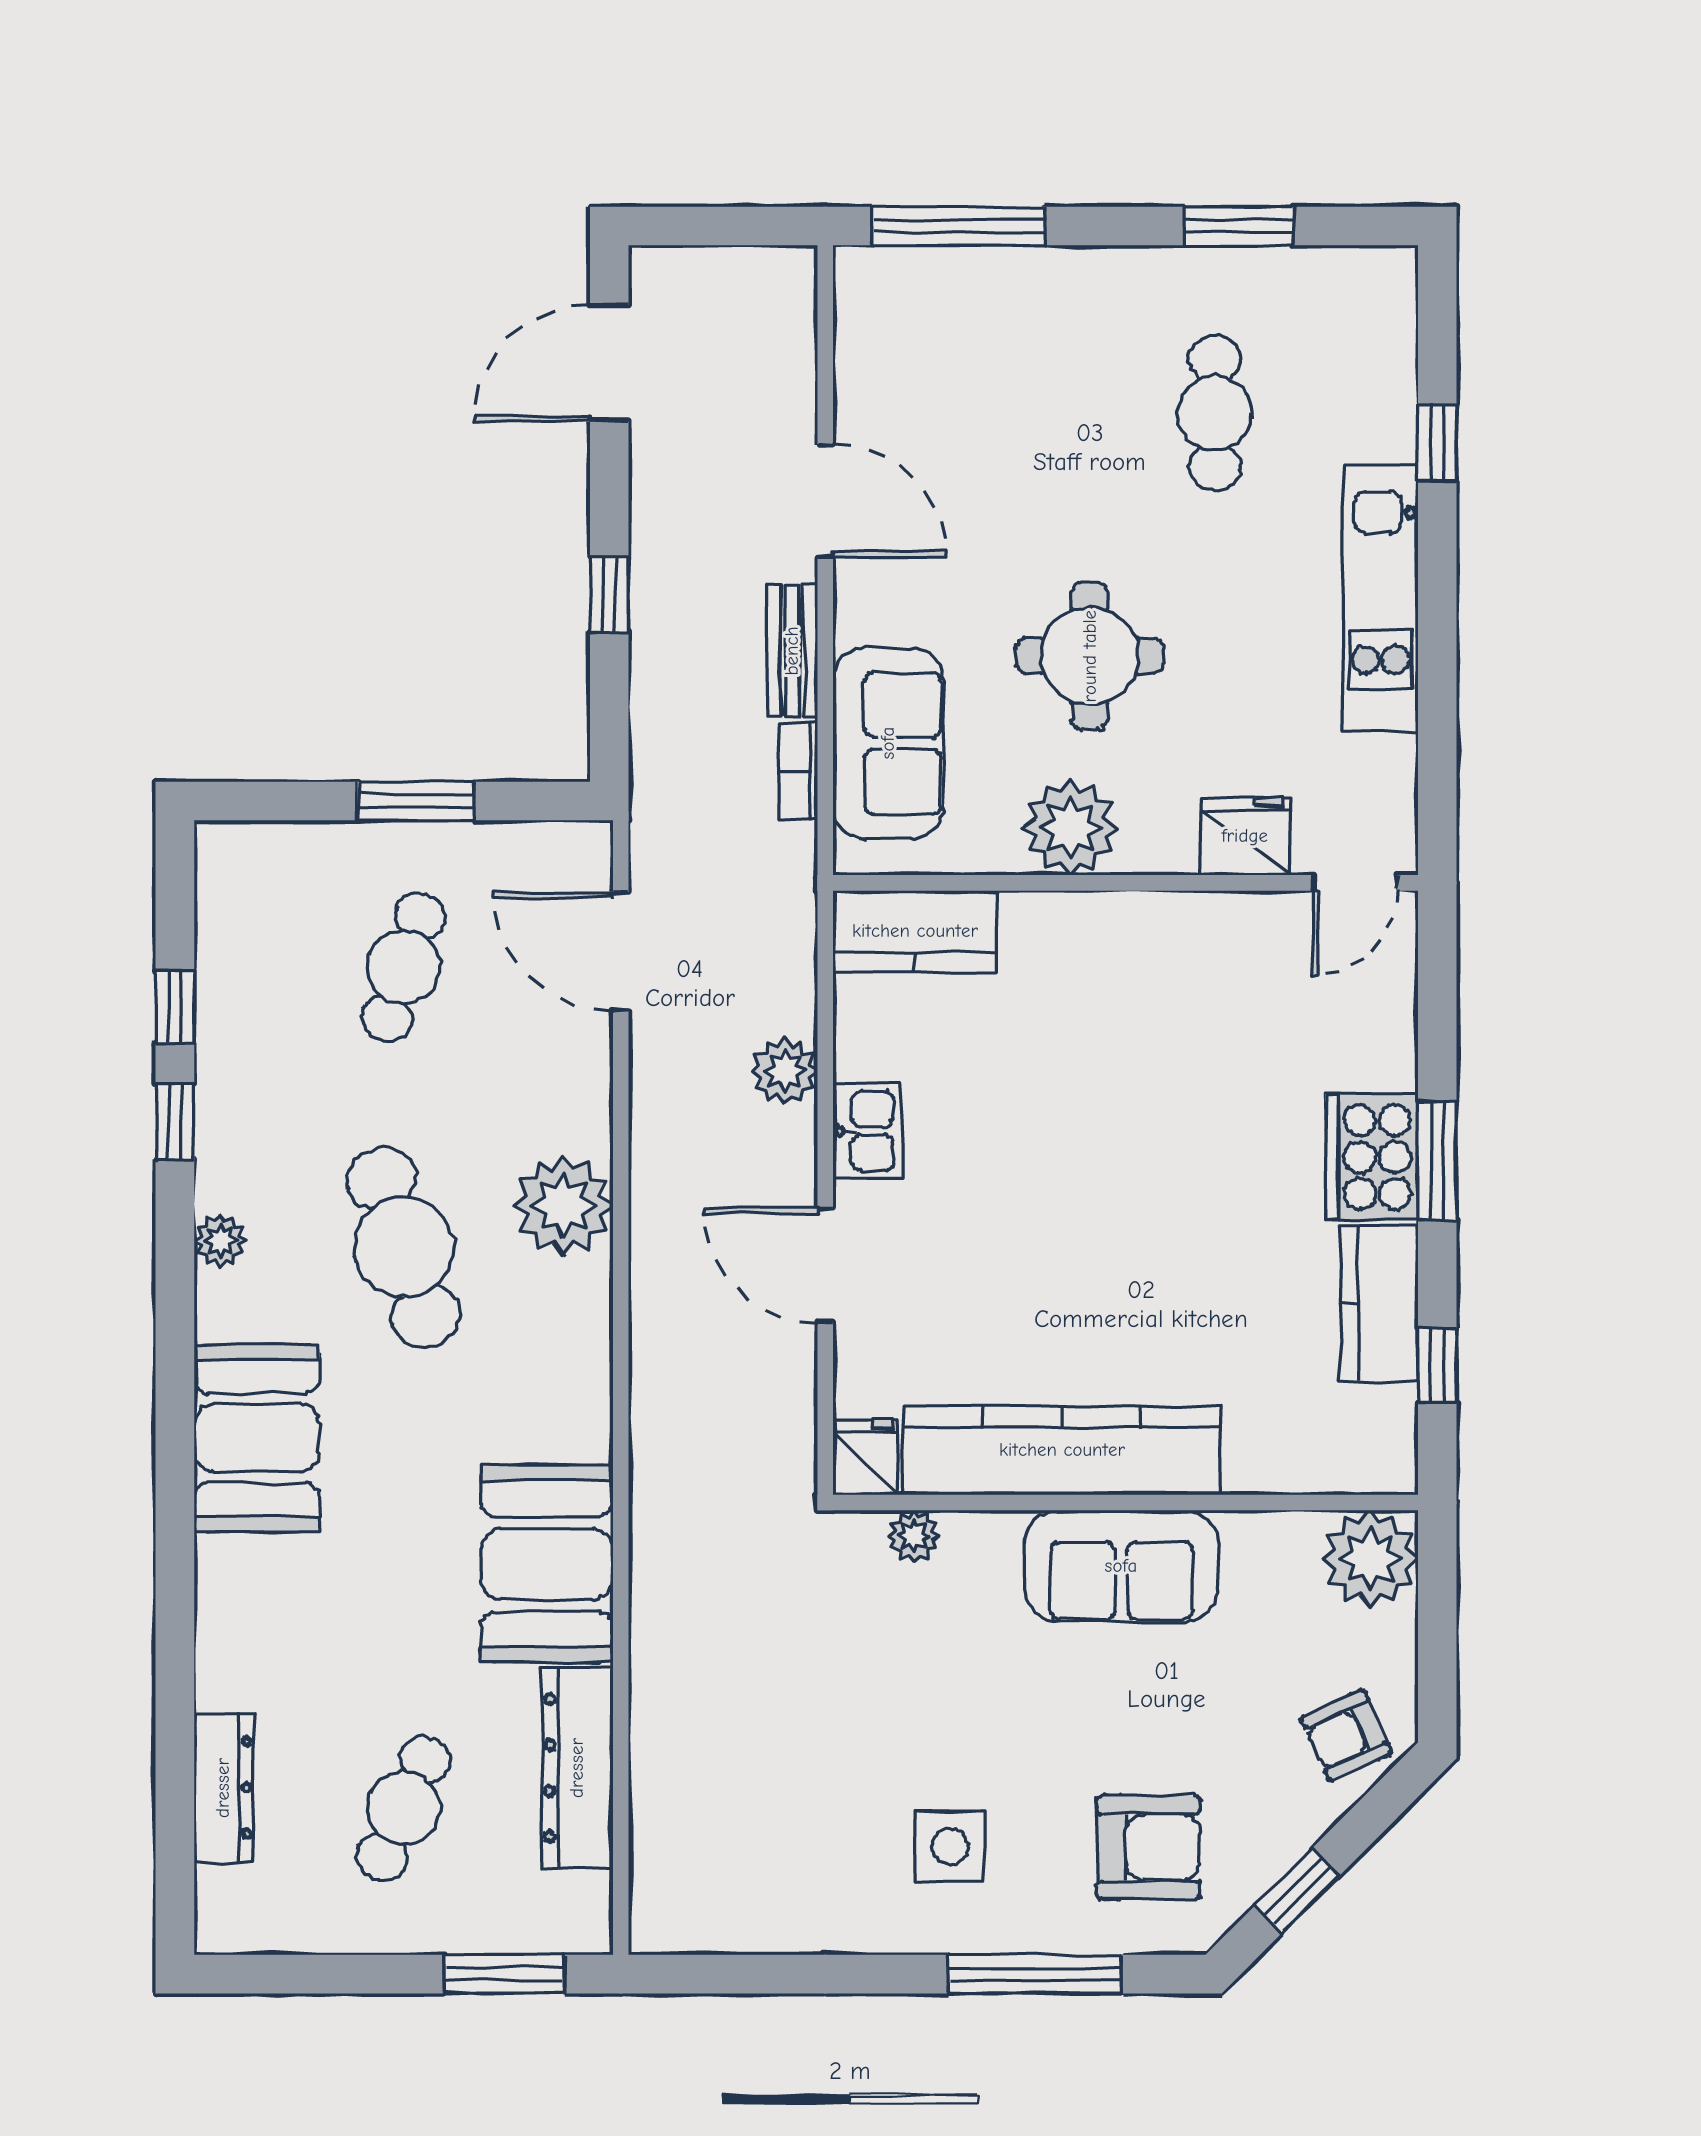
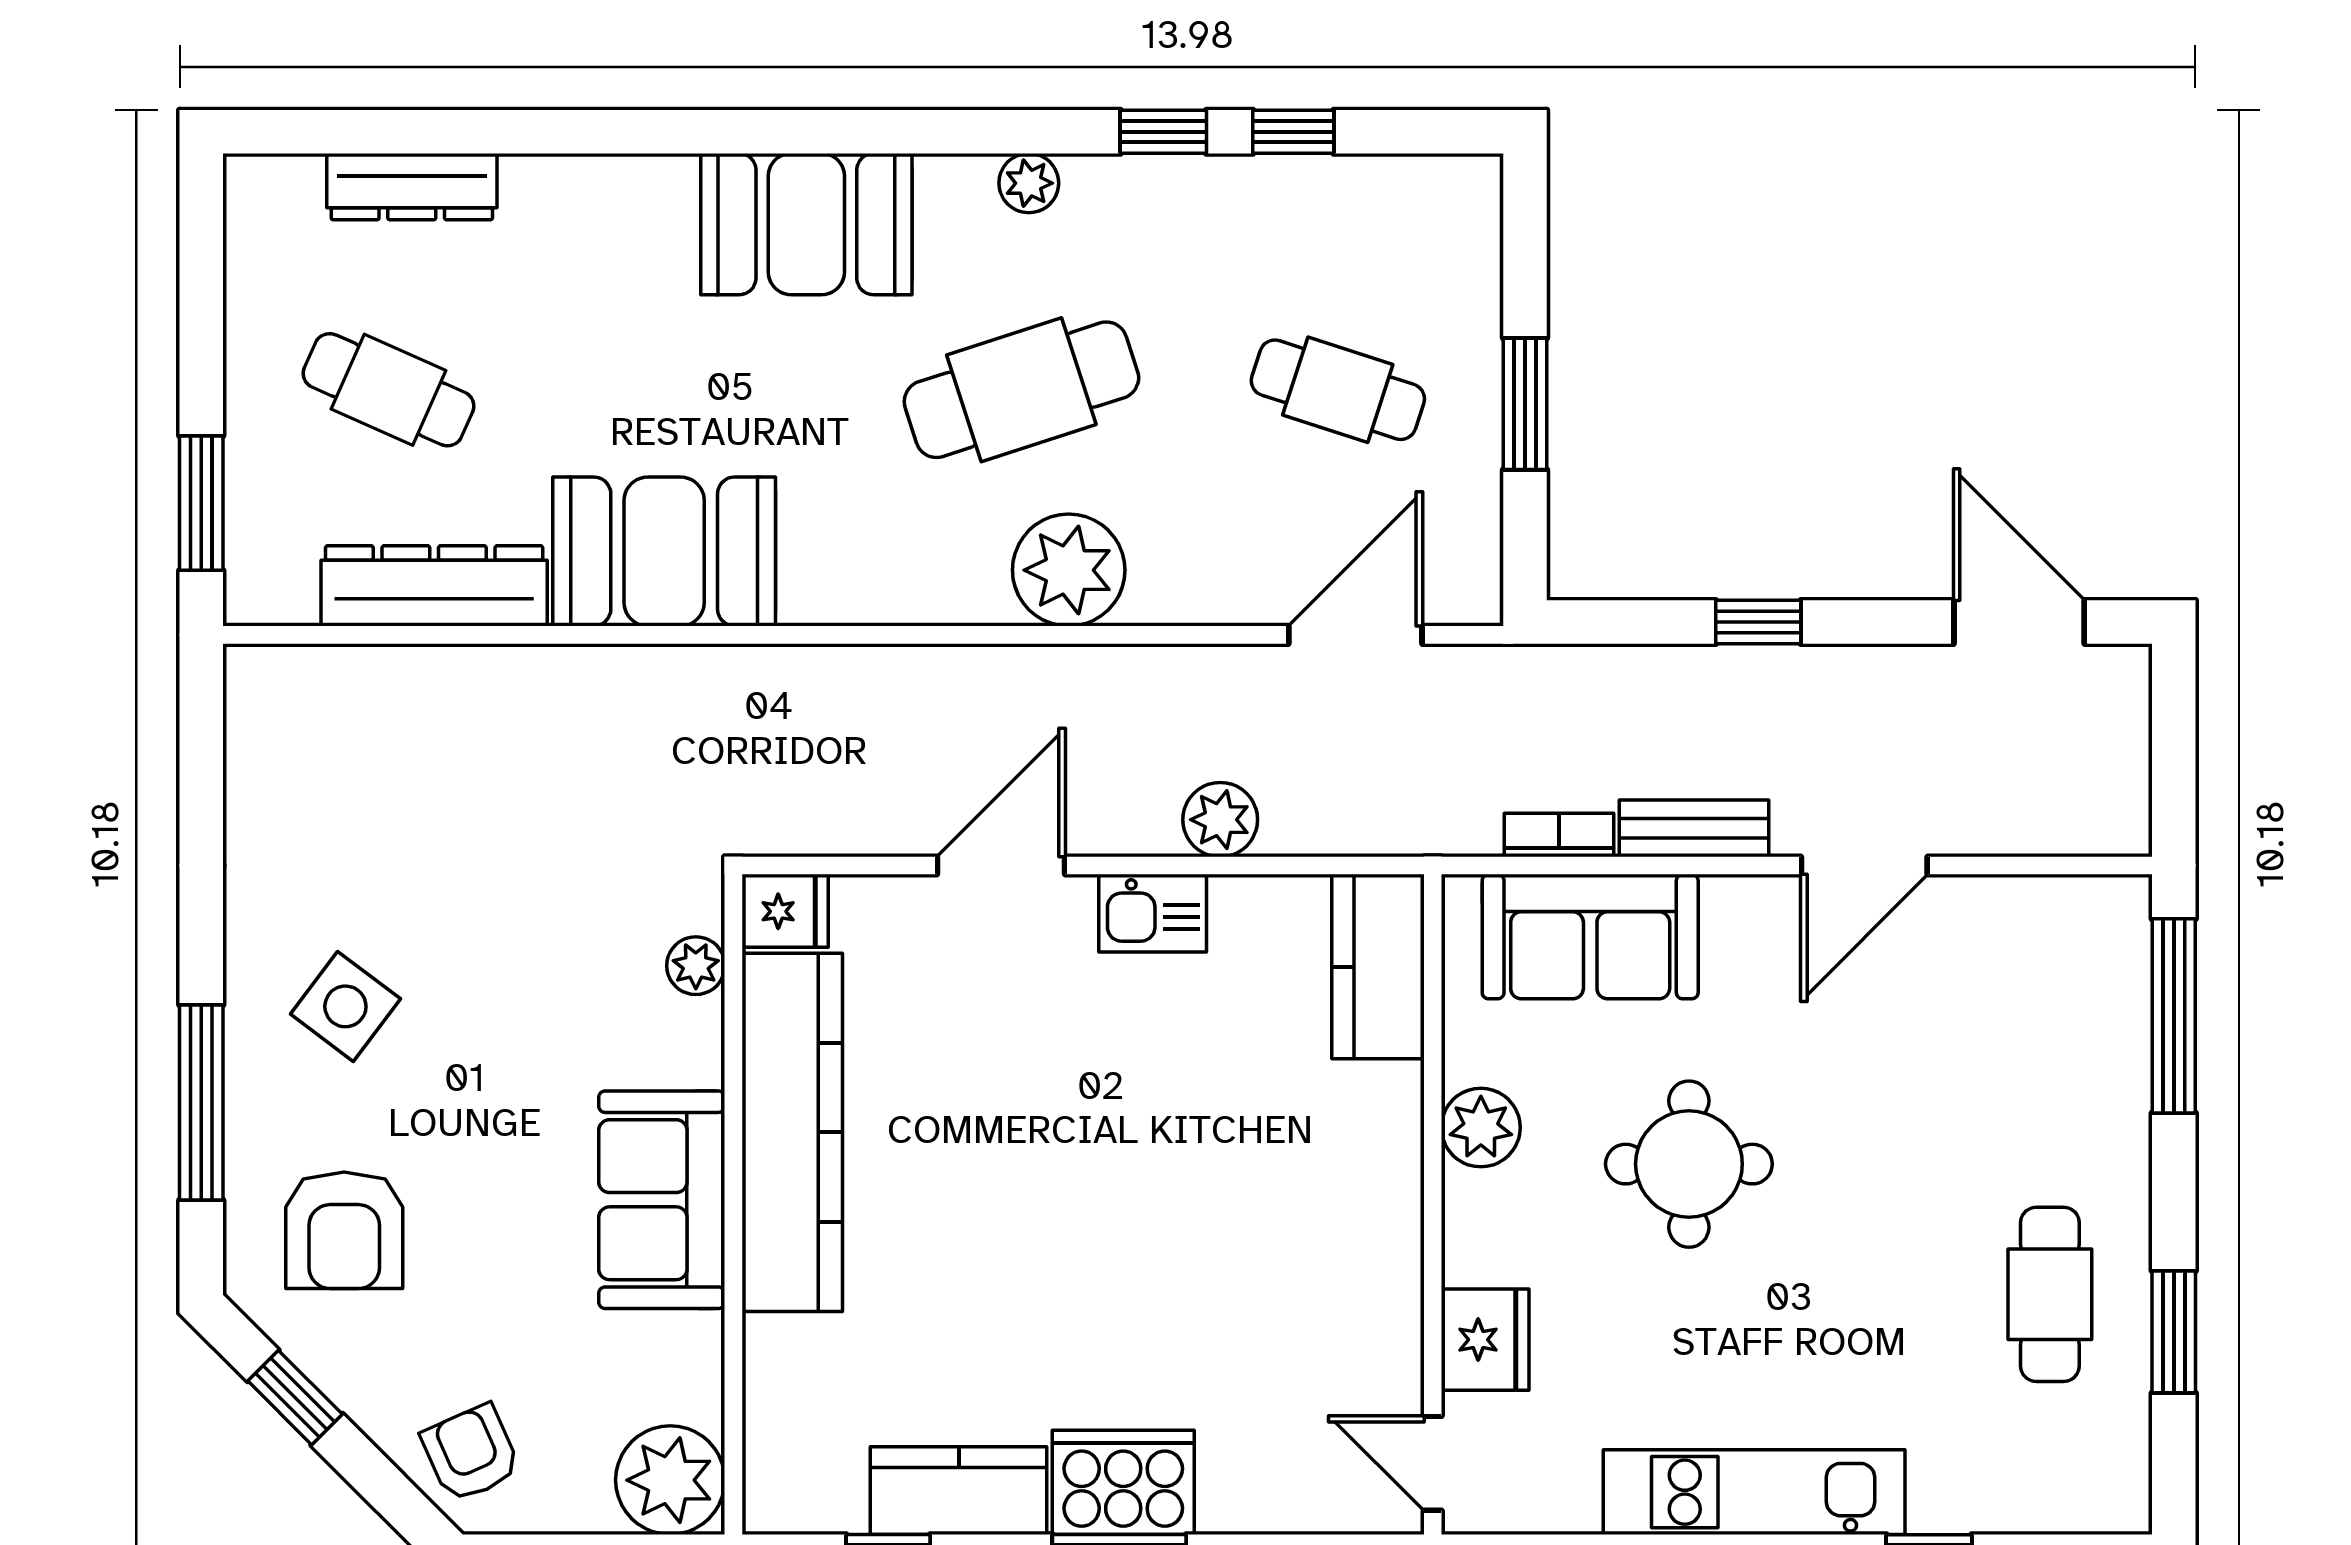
cafe table: (1215, 413) -> (2050, 1294), moved, turned 90
plant: (1070, 828) -> (1481, 1128), width x0.73, depth x0.73
side table: (950, 1846) -> (345, 1006), turned 37

